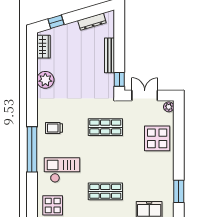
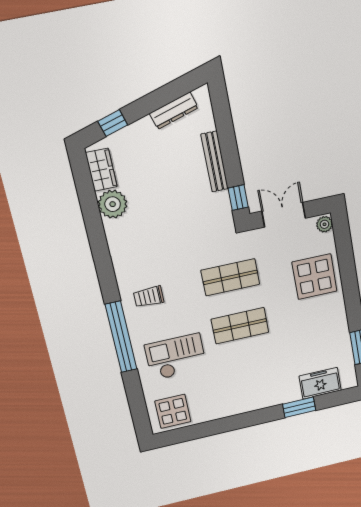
plant: (45, 80) -> (113, 204), moved
shop shelf: (105, 191) -> (240, 326), moved

